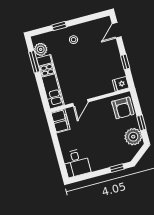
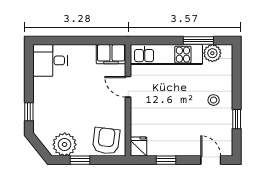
window: (59, 26) -> (237, 119), moved
armchair: (123, 108) -> (106, 141), turned 97

